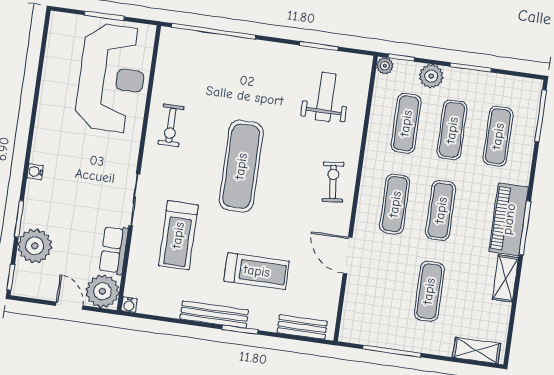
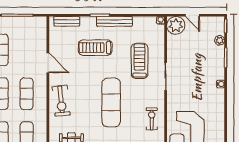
exercise bike: (333, 182) -> (61, 101), width x1.38, depth x1.39
plant: (35, 246) -> (220, 40), width x0.53, depth x0.53
row of seats: (114, 250) -> (173, 48), removed

